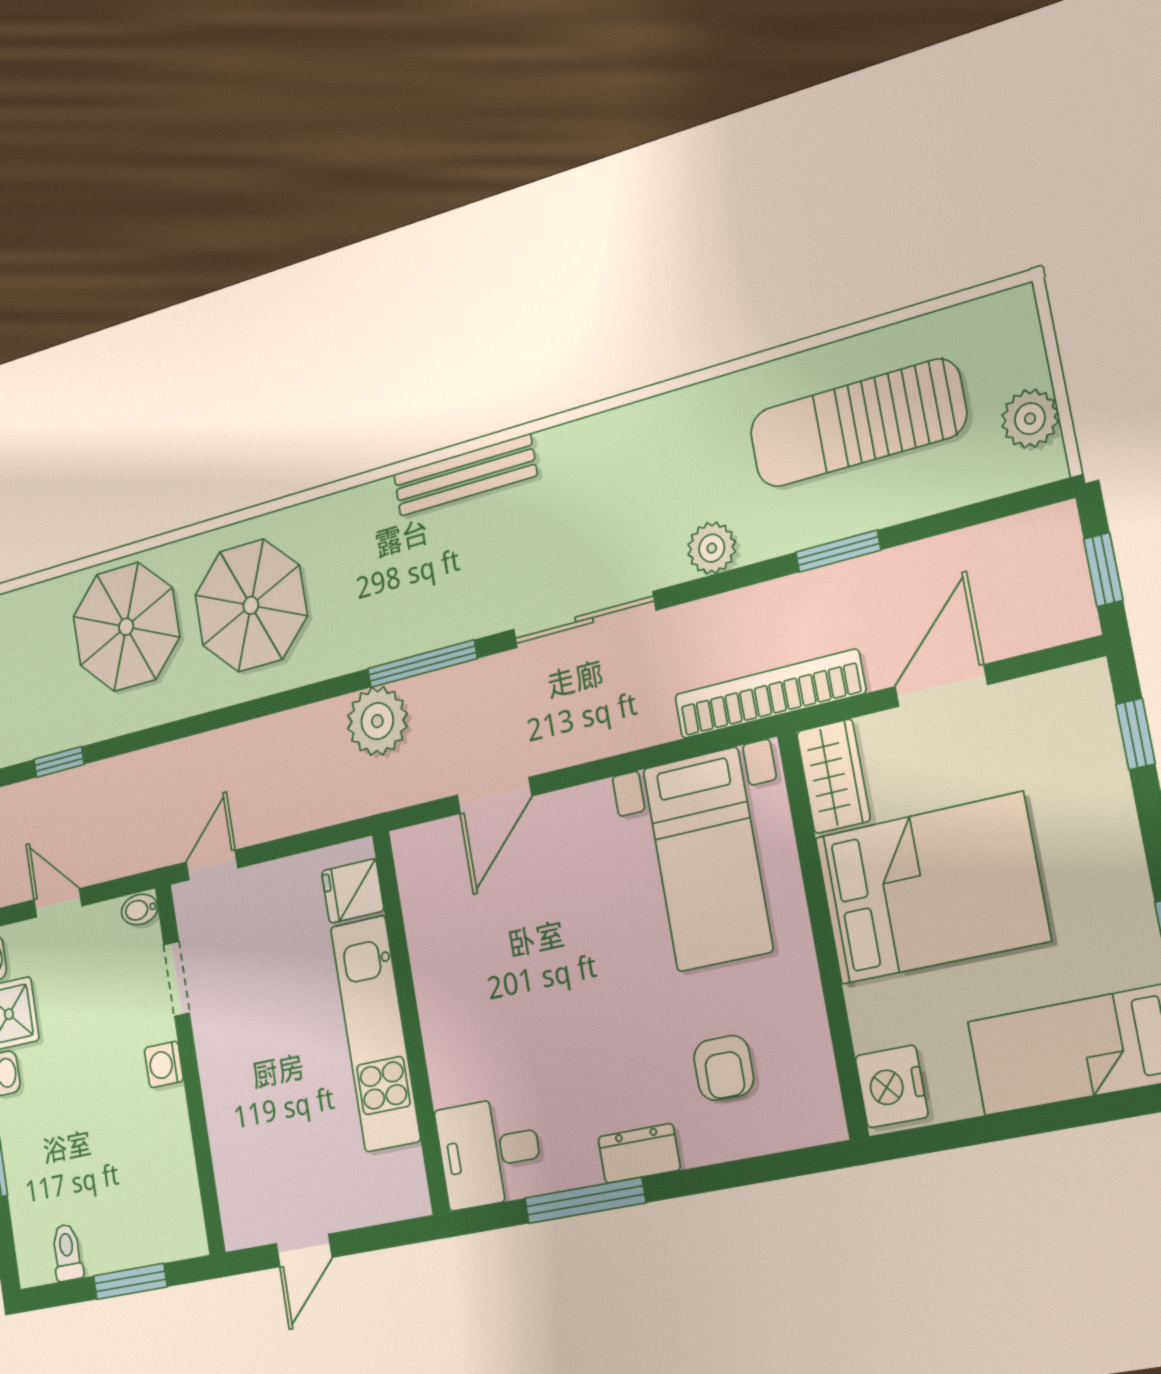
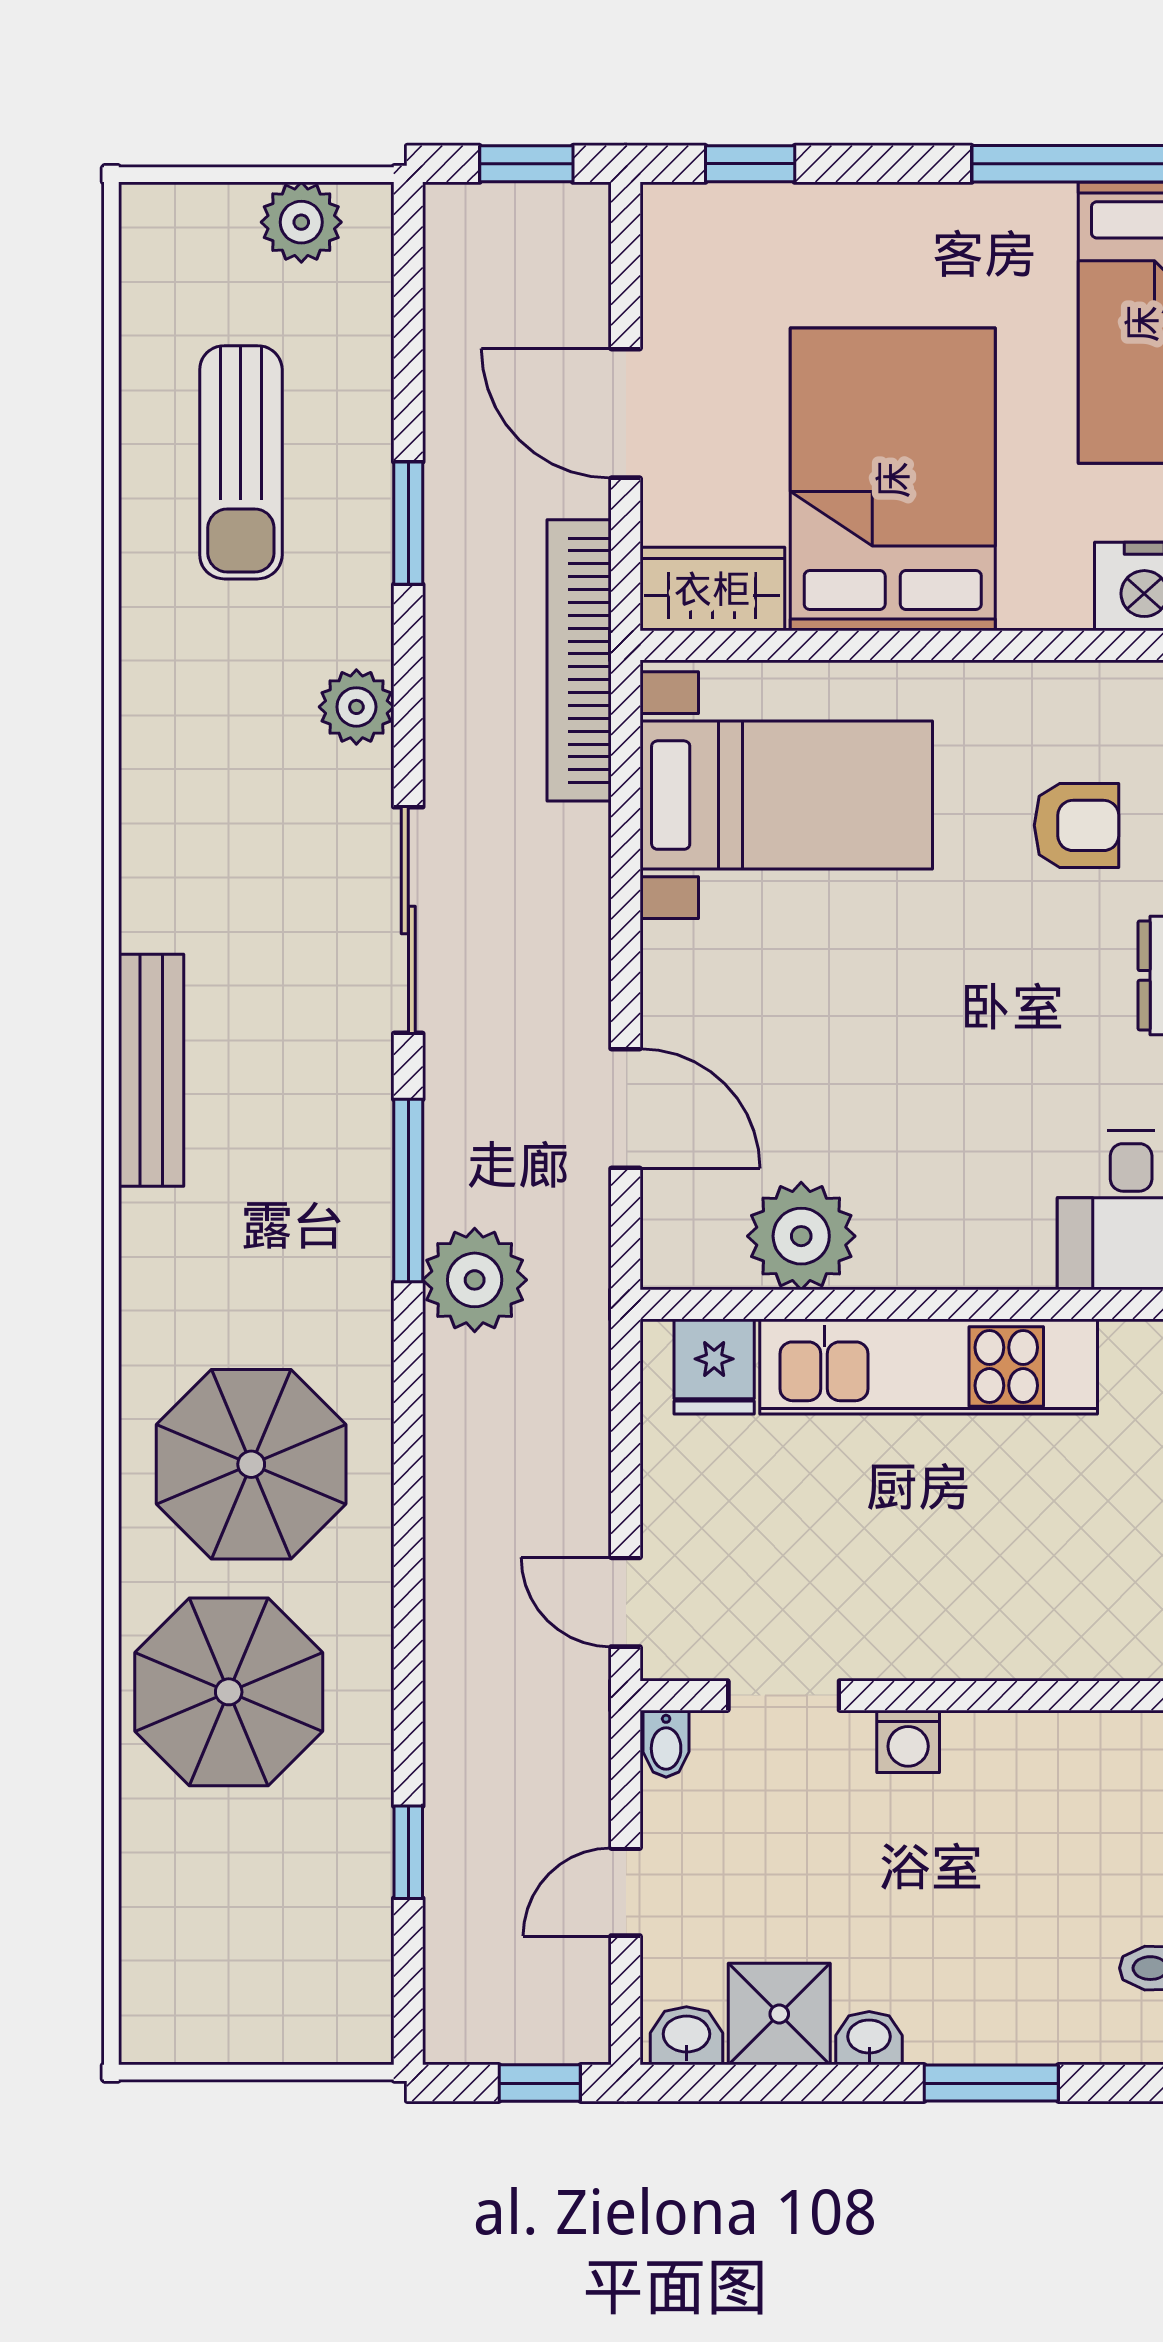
sun lounger: (857, 423) -> (241, 462), width x0.73, depth x0.75
plant: (438, 931) -> (801, 1236), added

